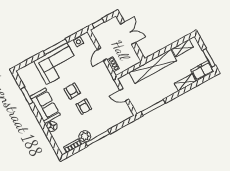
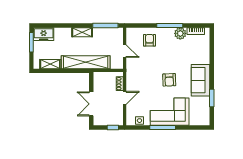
shelving: (185, 82) -> (82, 32), moved
armchair: (84, 107) -> (149, 40), moved
floor lamp: (52, 126) -> (205, 58), removed

